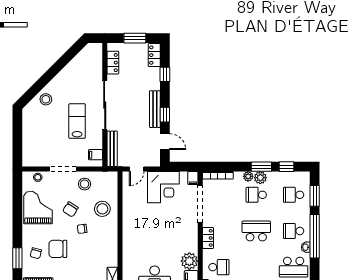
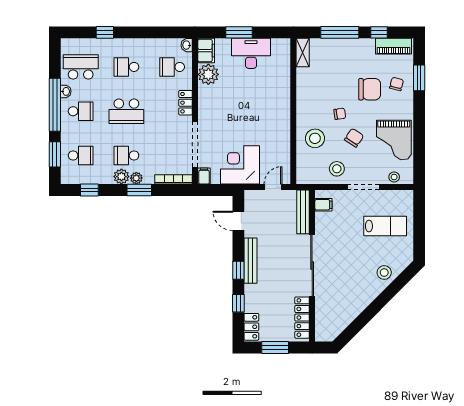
locker: (113, 63) -> (302, 318), width x1.53
window: (165, 115) -> (238, 270), moved
lab bench: (77, 121) -> (385, 226), moved, turned -90
window: (261, 167) -> (139, 190), moved
school desk: (256, 195) -> (126, 156), turned 180
school desk: (256, 267) -> (126, 67), added

